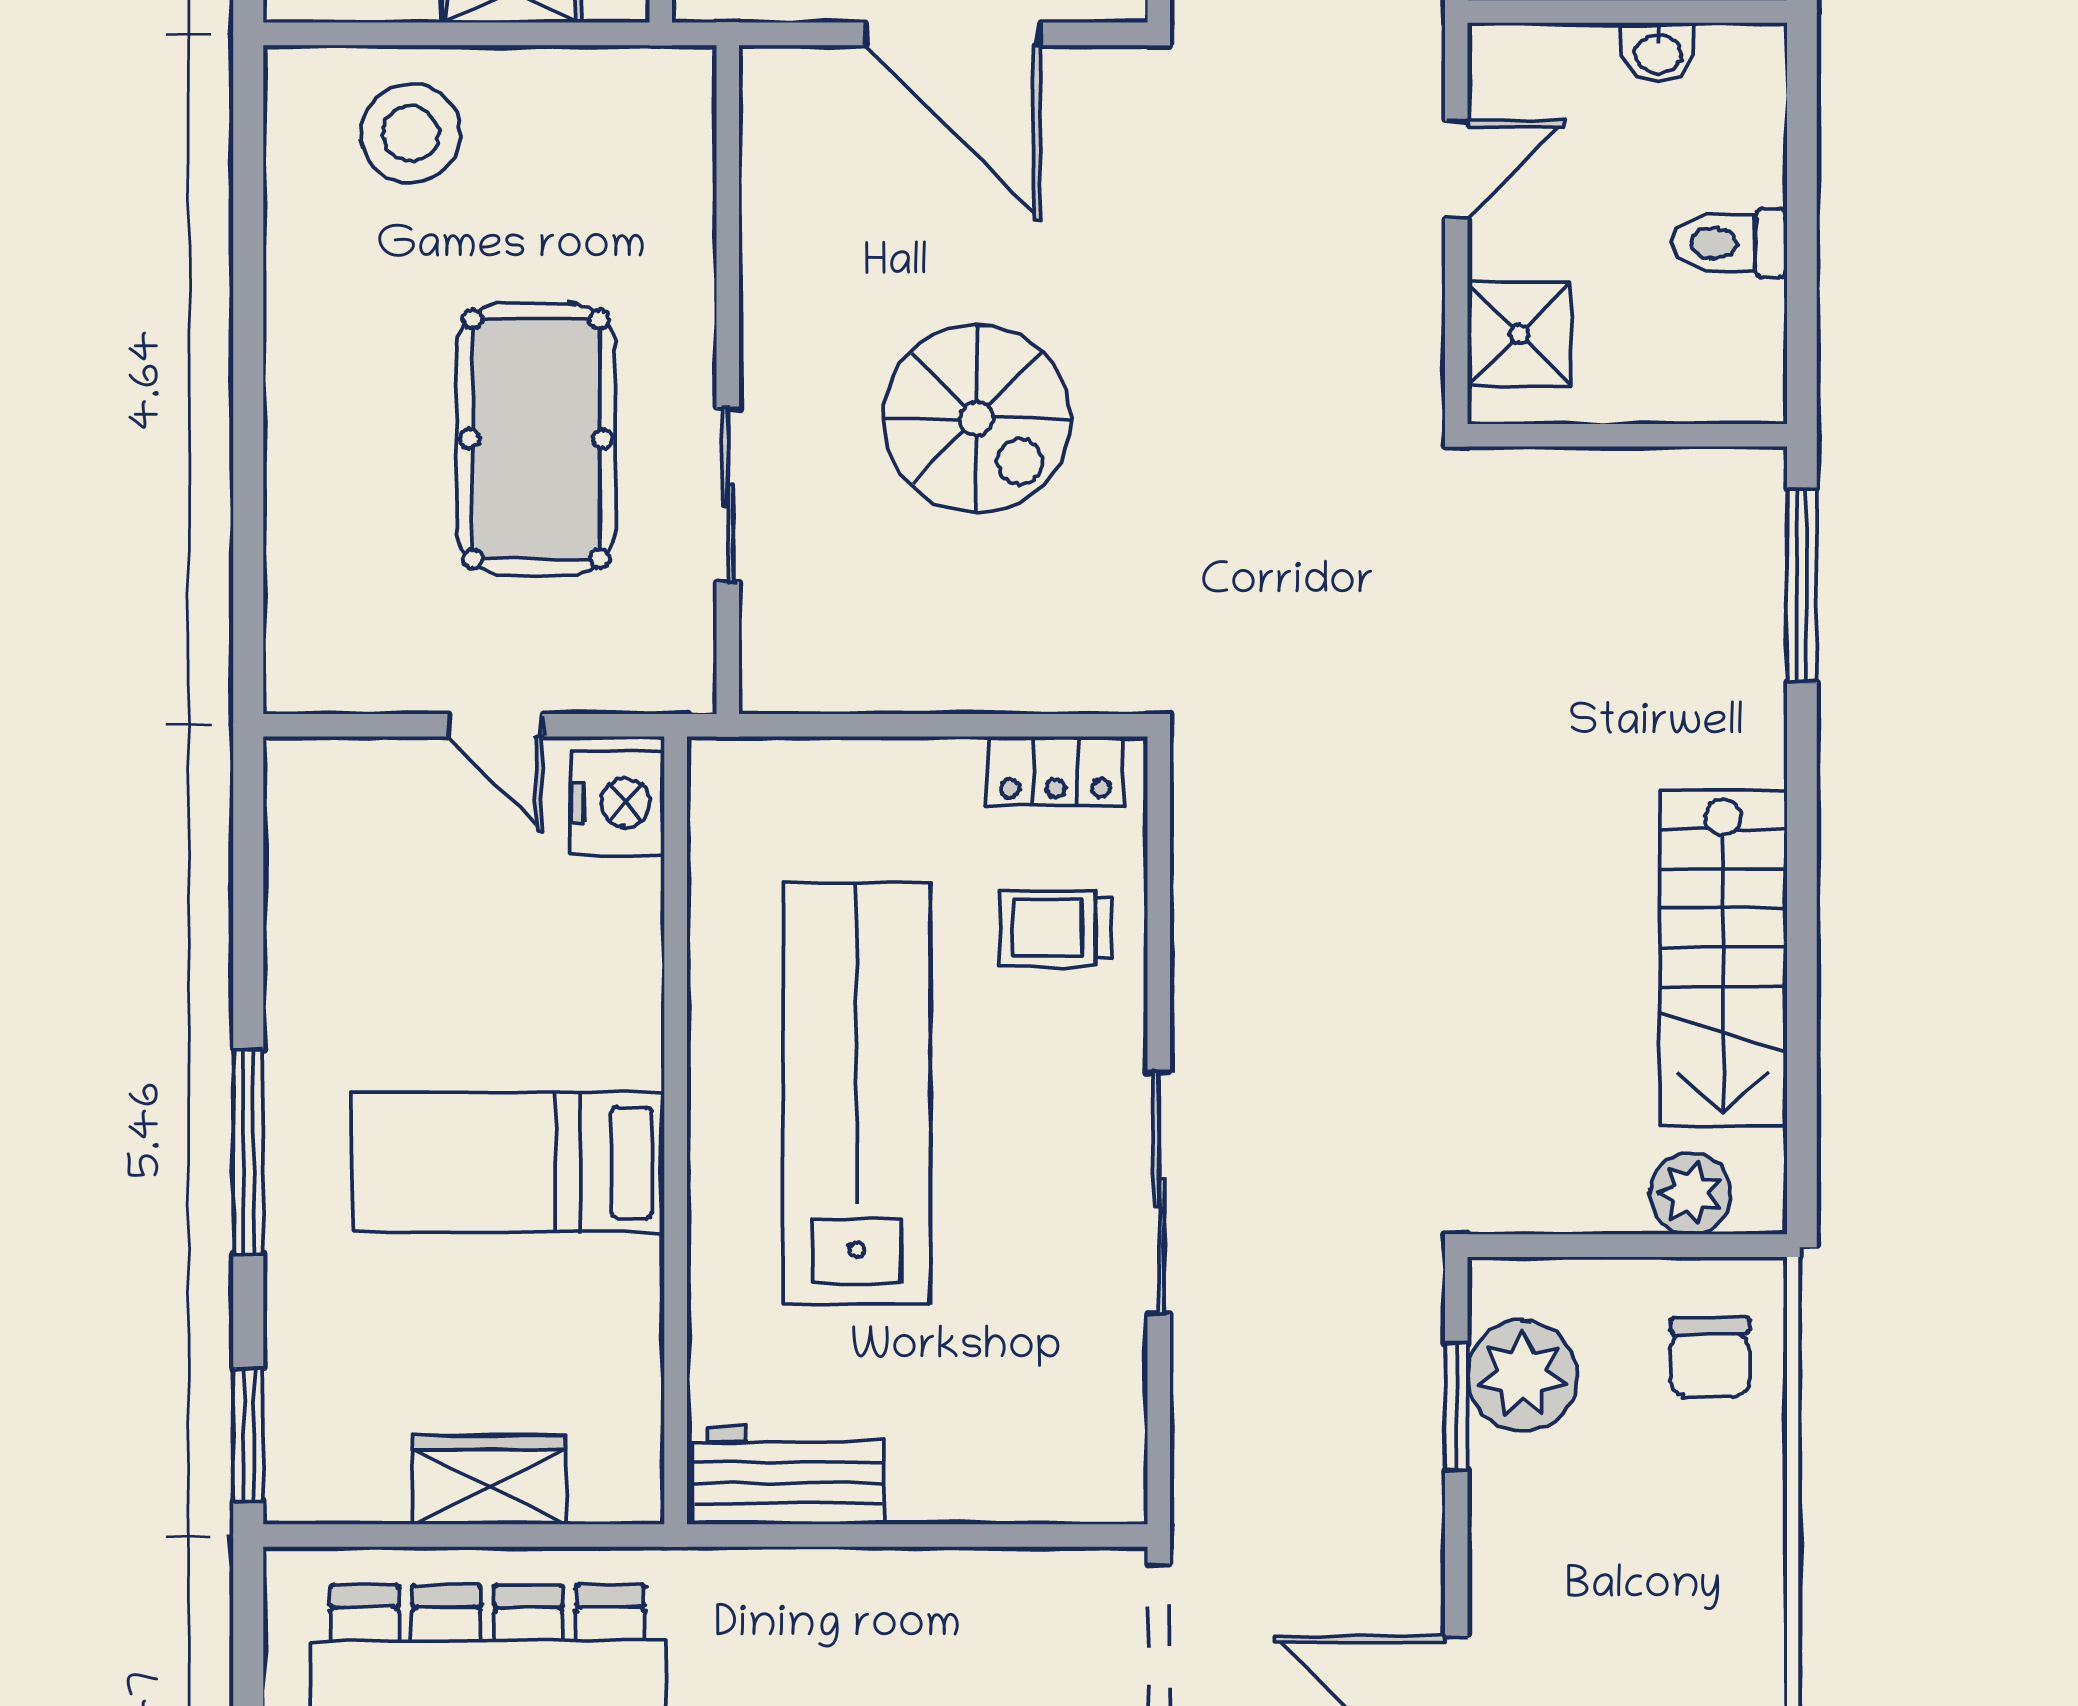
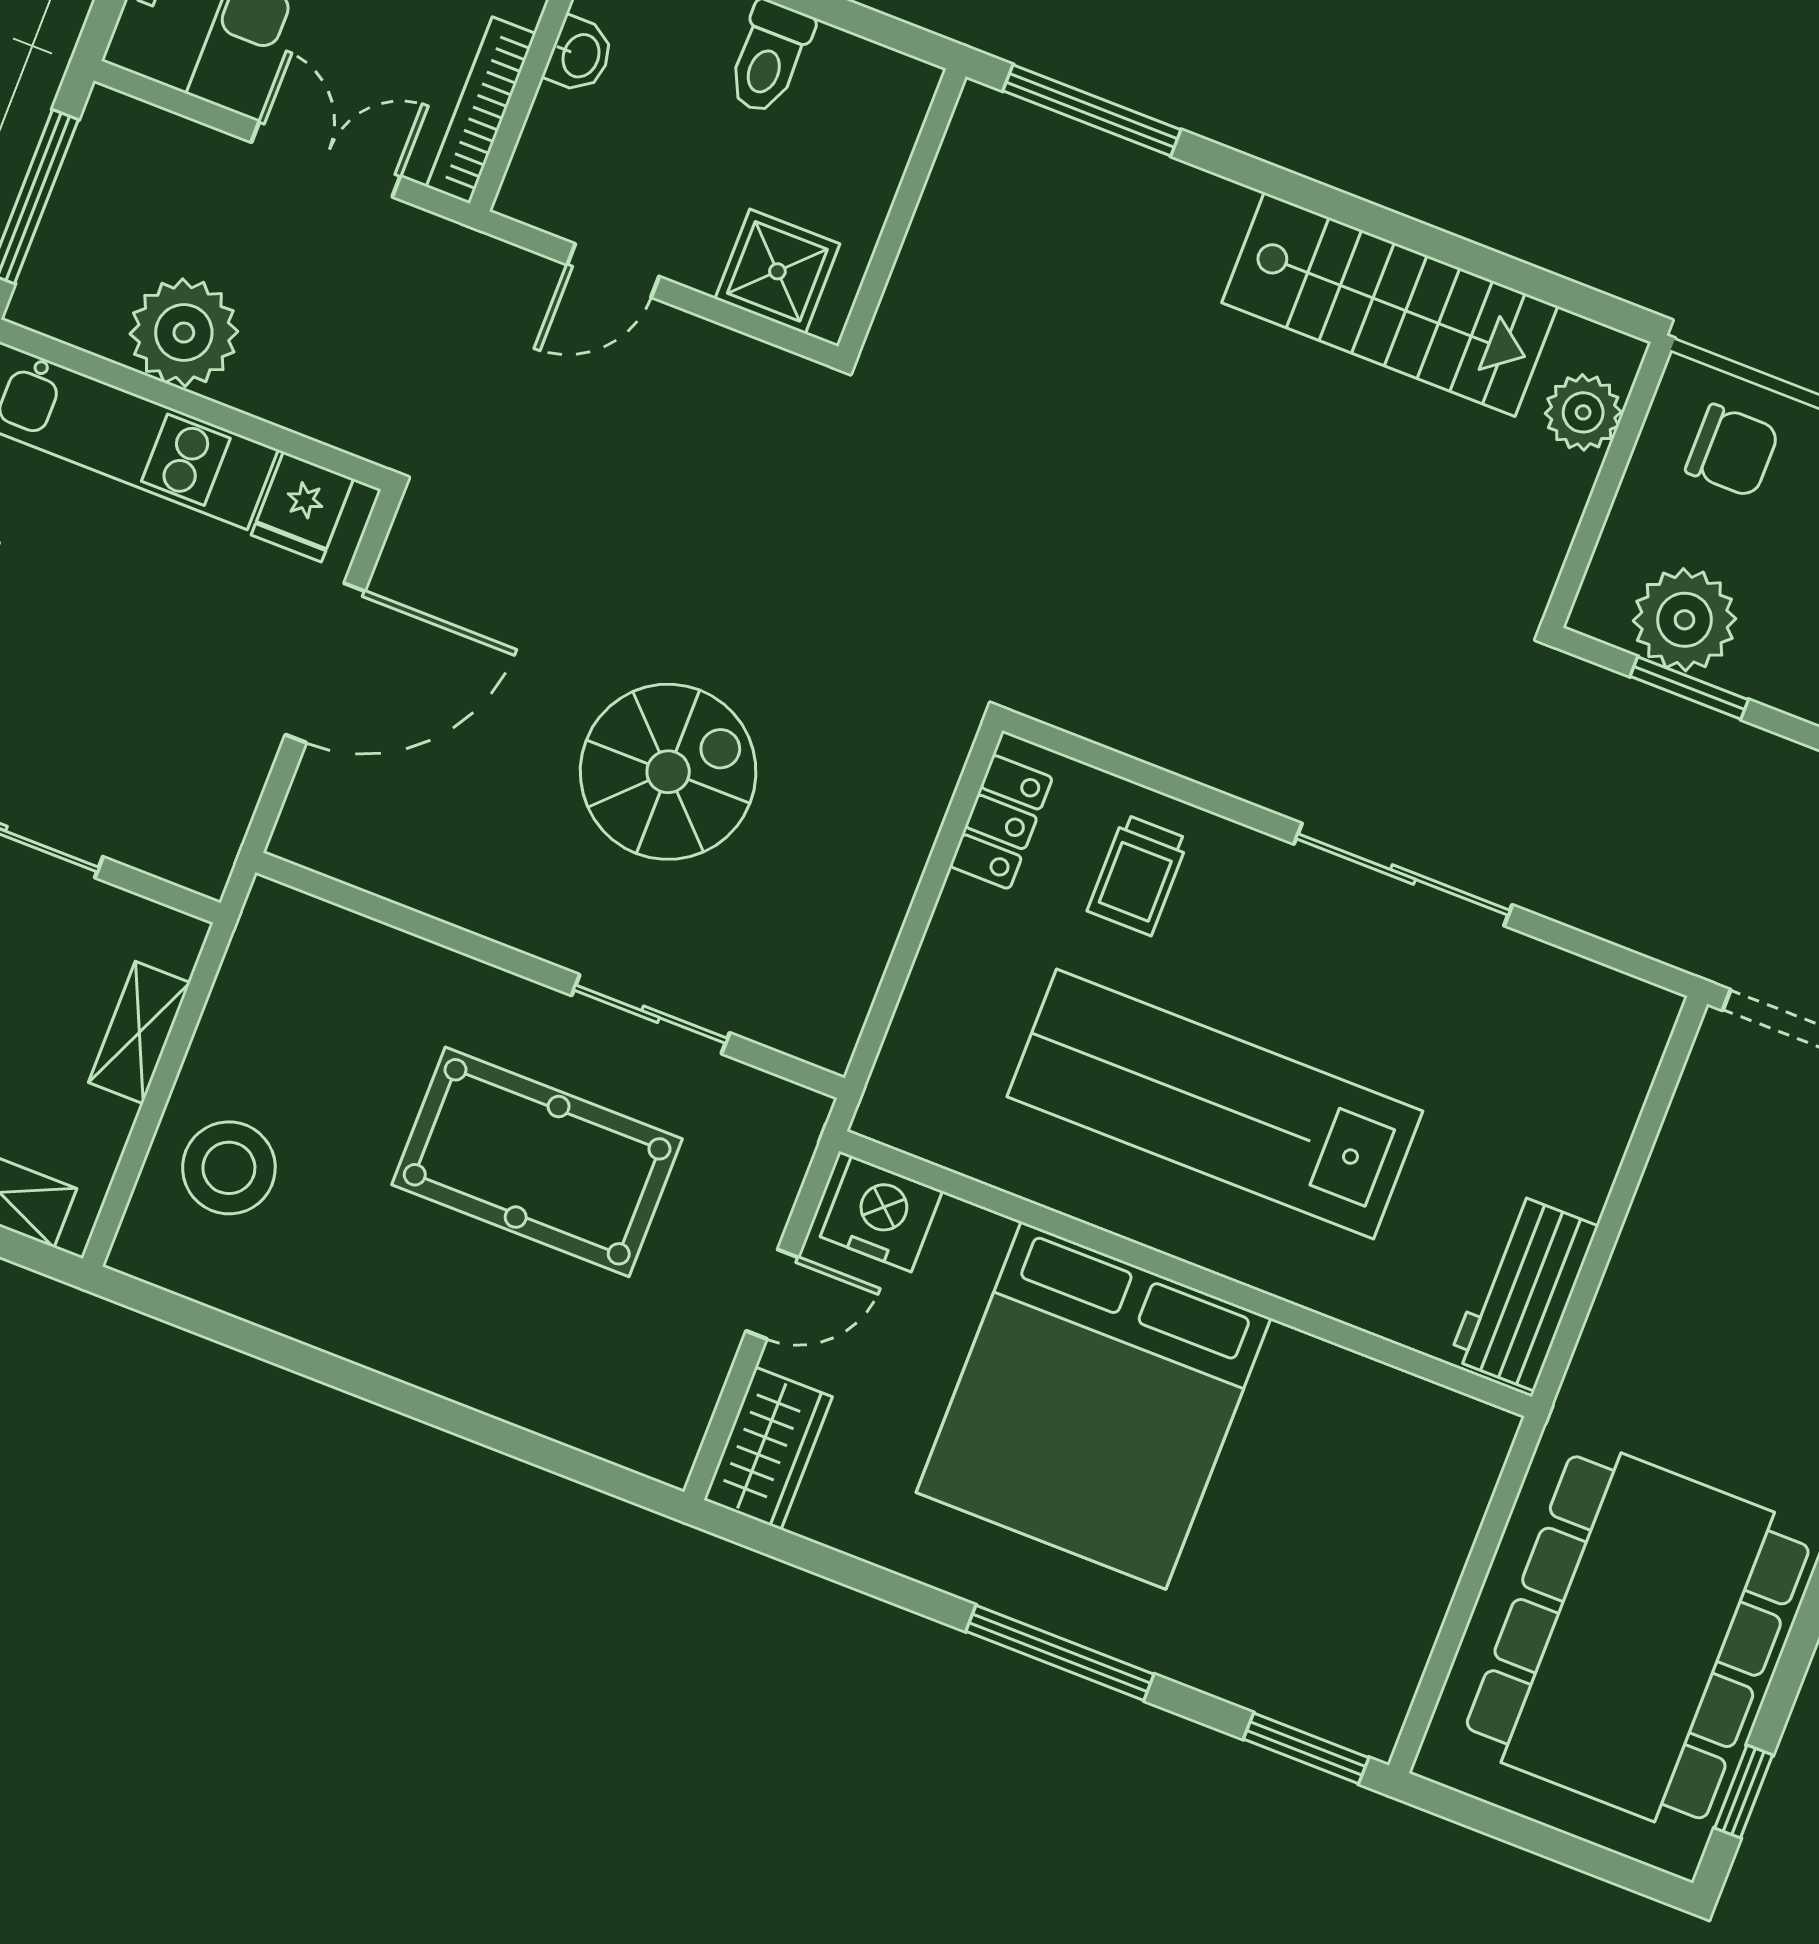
door: (1456, 169) -> (613, 271), swing flipped
bed: (508, 1163) -> (1094, 1405), width x2.04
wardrobe: (490, 1480) -> (768, 1448), moved, turned 180

